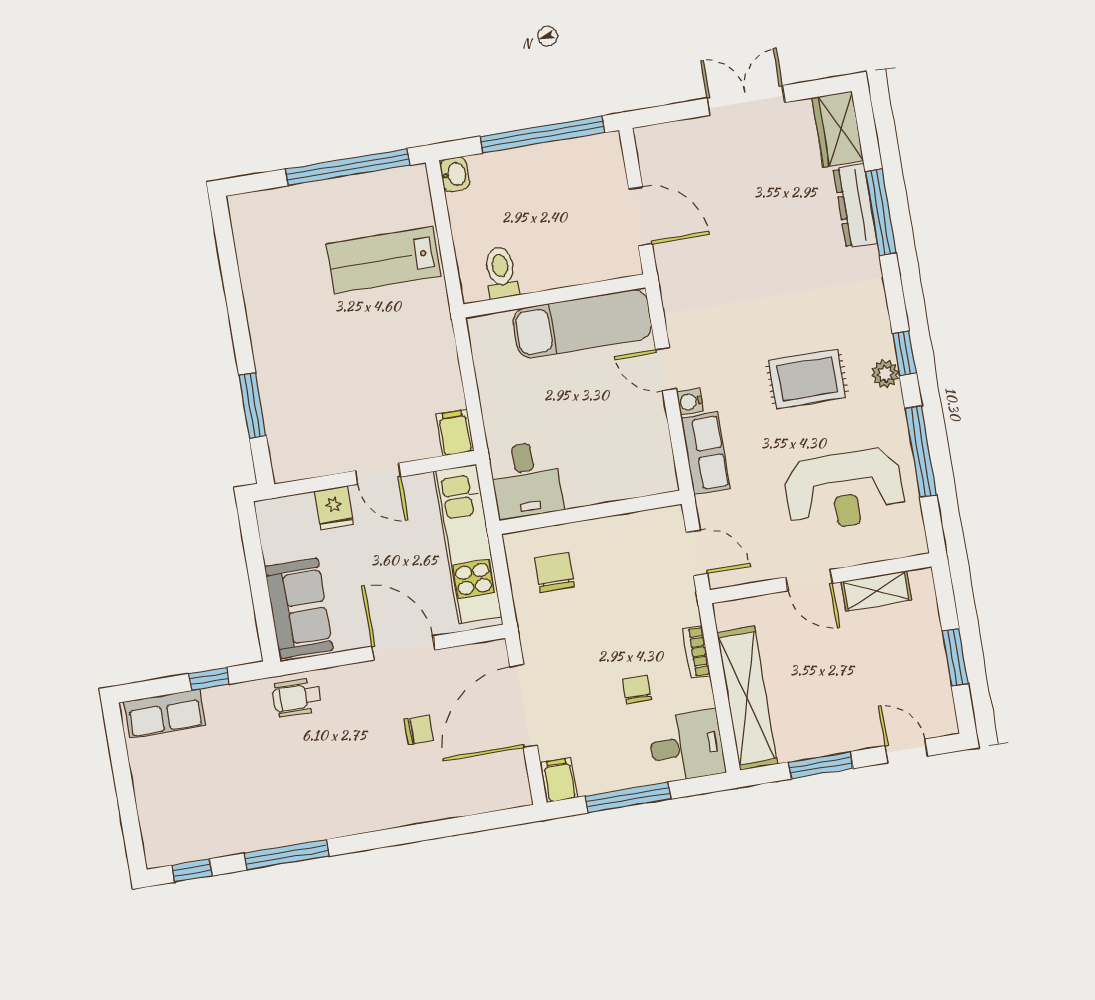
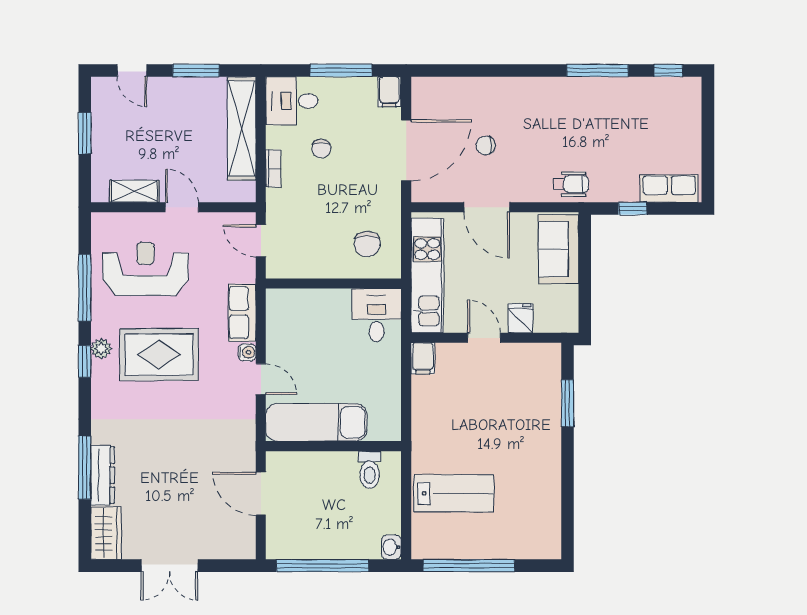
rug: (807, 379) -> (159, 355), width x1.36, depth x1.43

